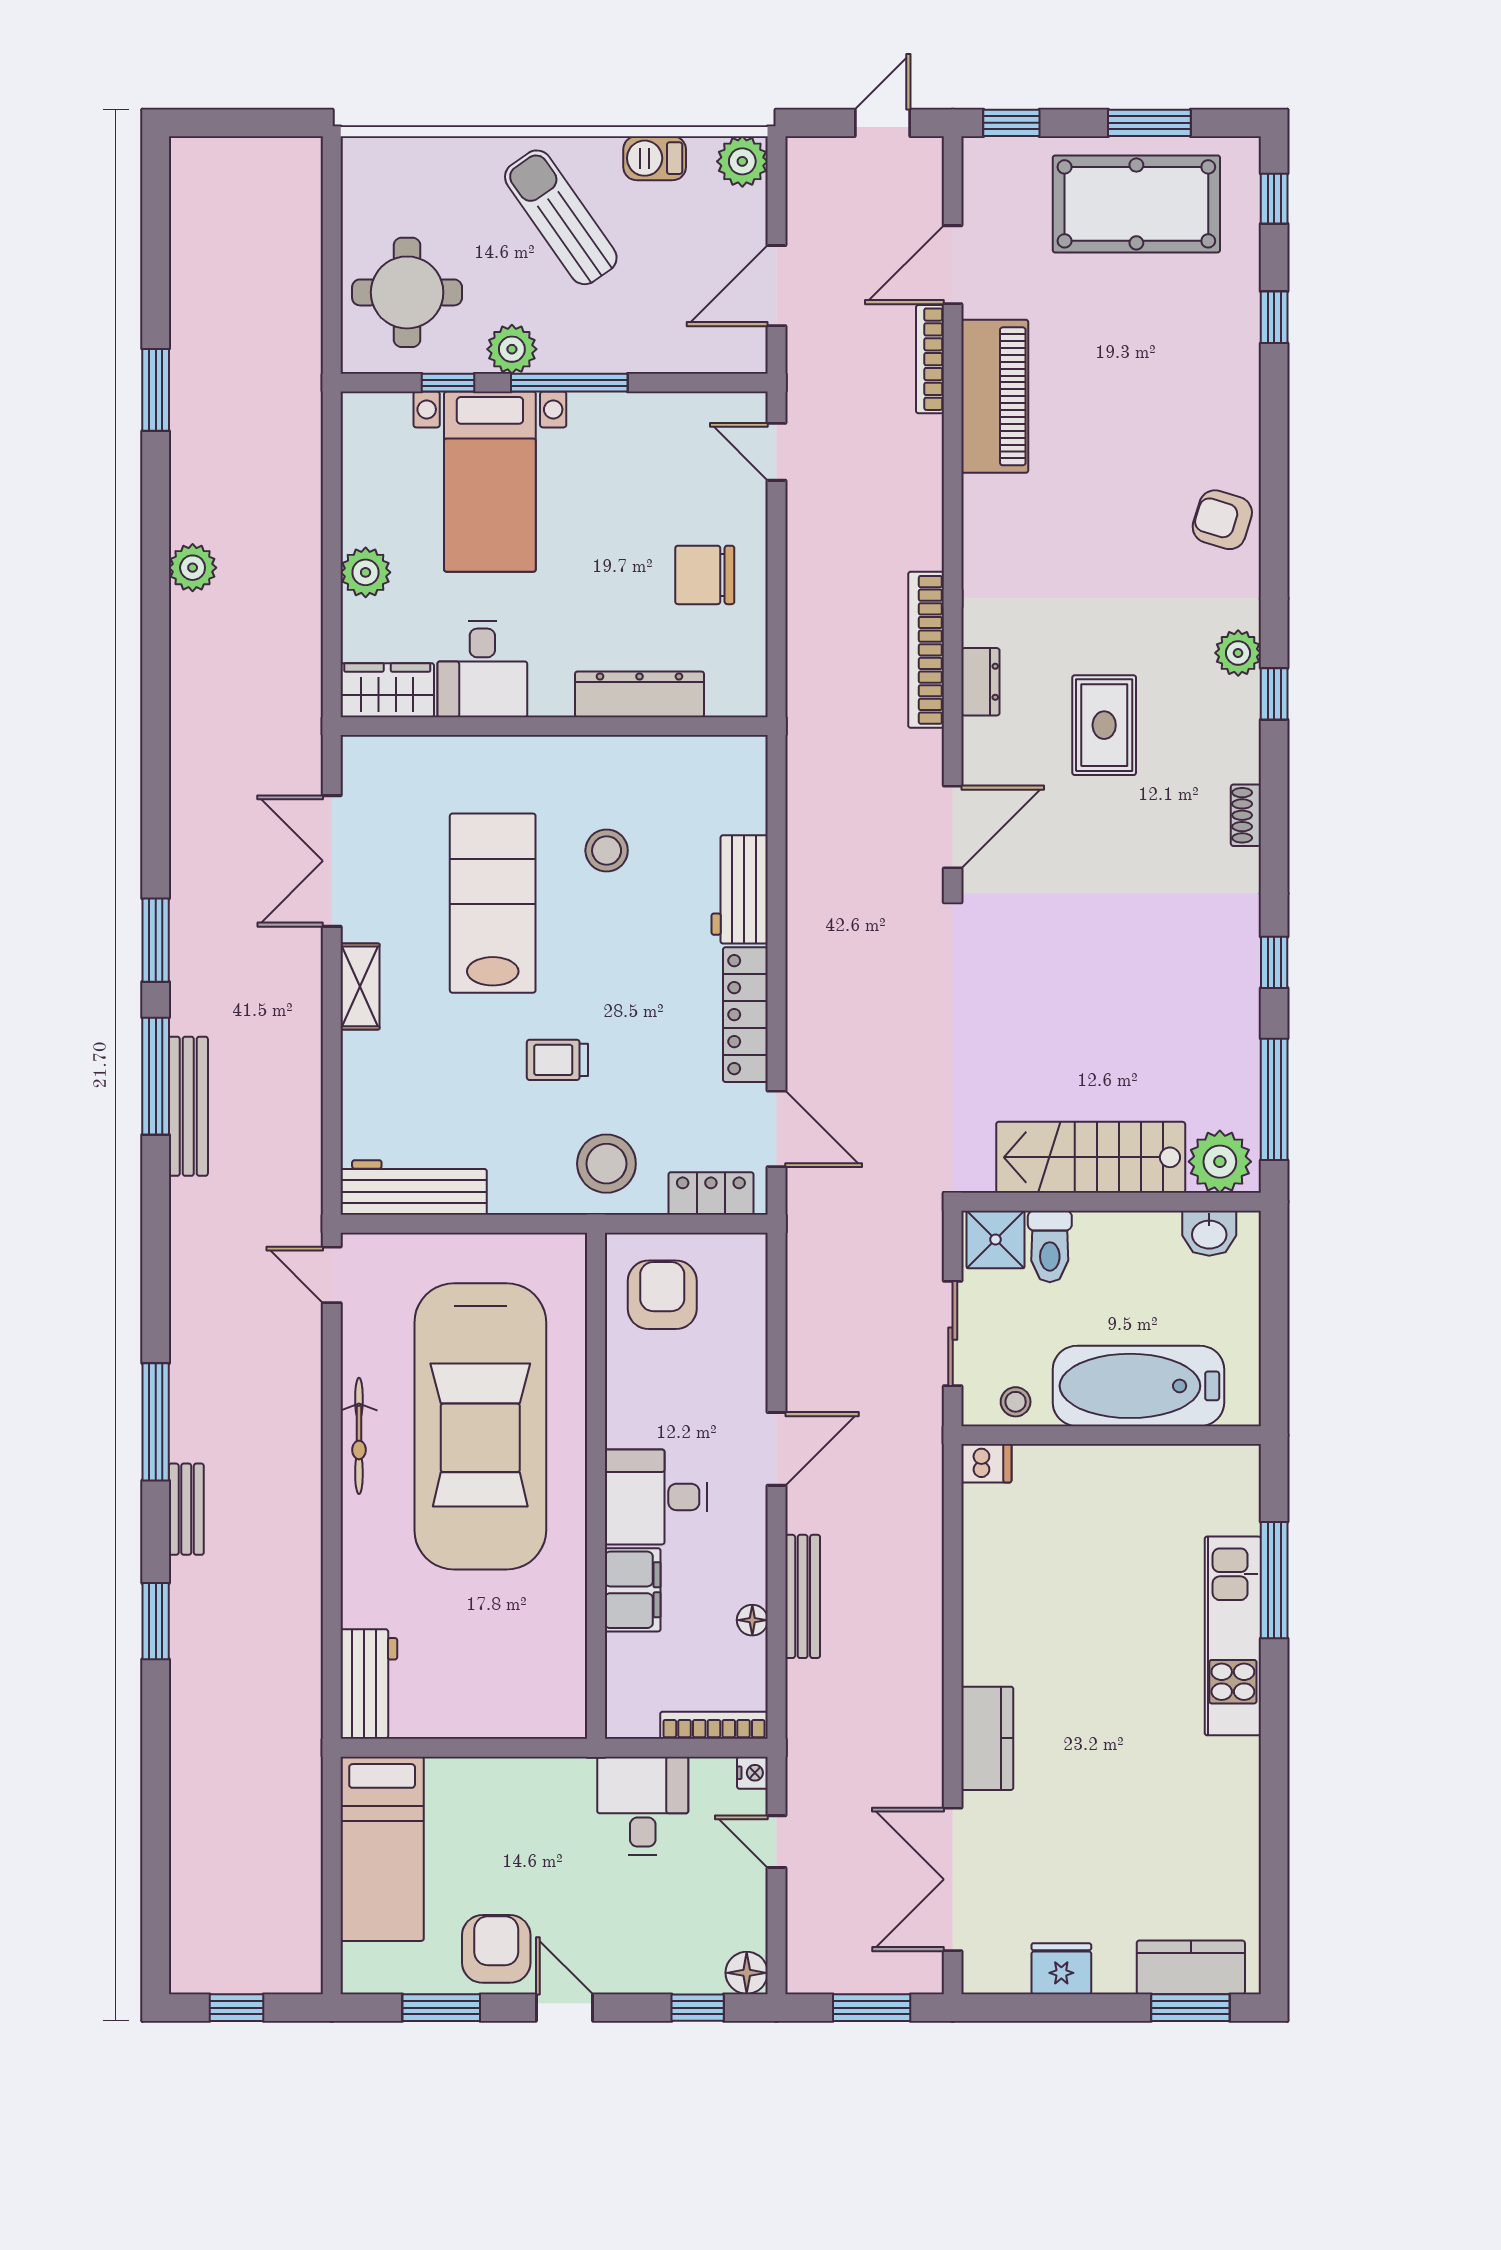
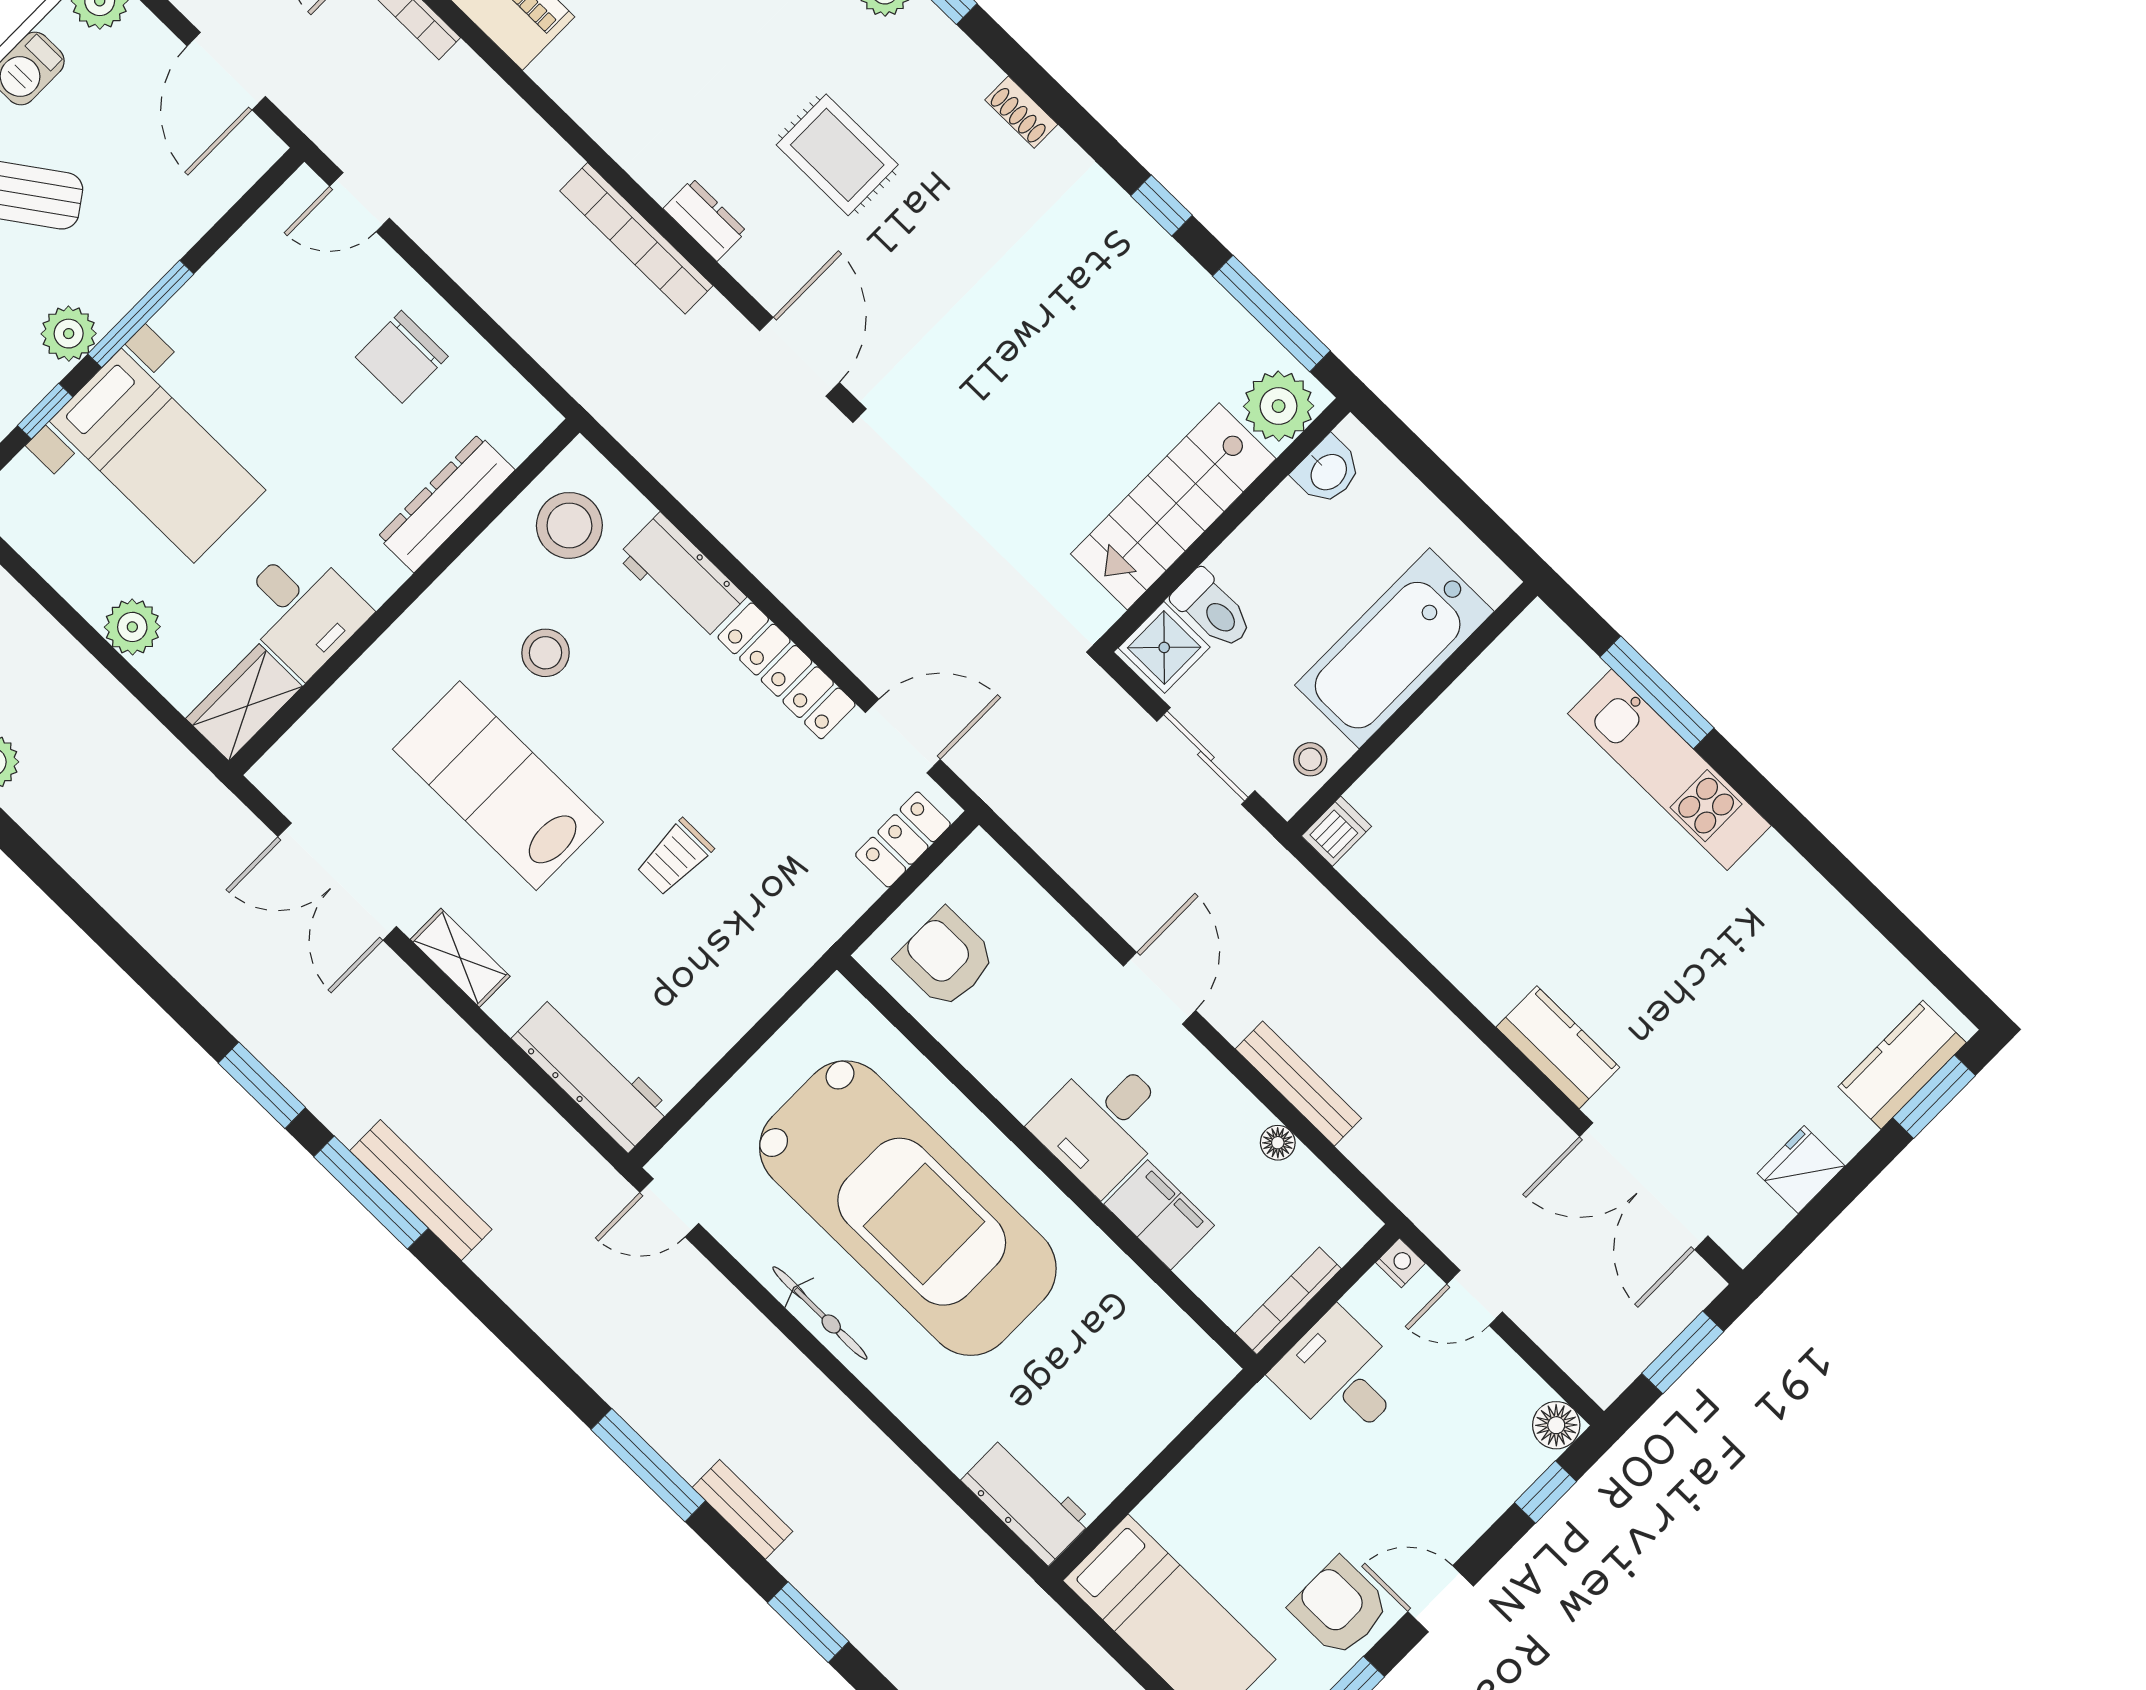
stool: (606, 1164) -> (569, 525), moved
workbench: (414, 1187) -> (591, 1074), moved, turned 90
bookcase: (714, 1725) -> (1288, 1301), moved

